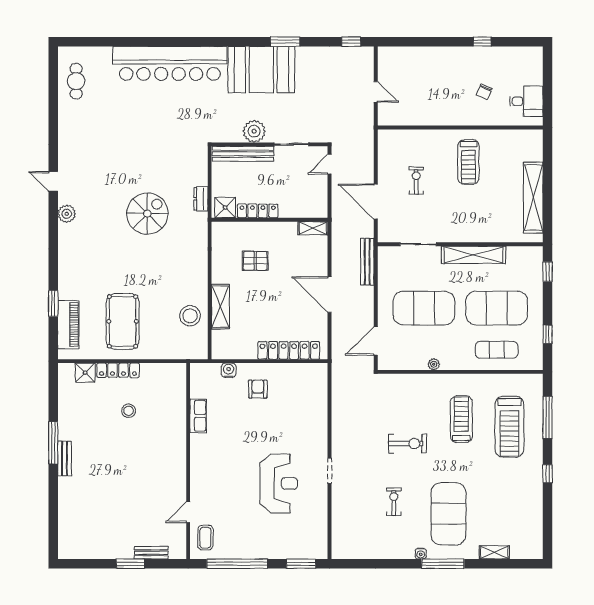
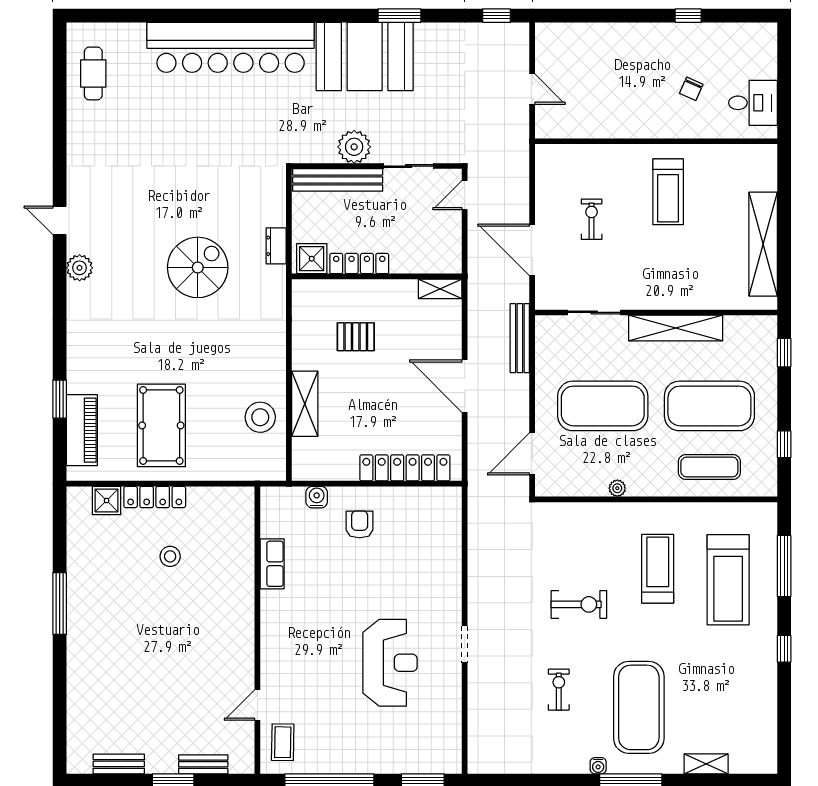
bench: (64, 458) -> (119, 764), moved, turned 90

